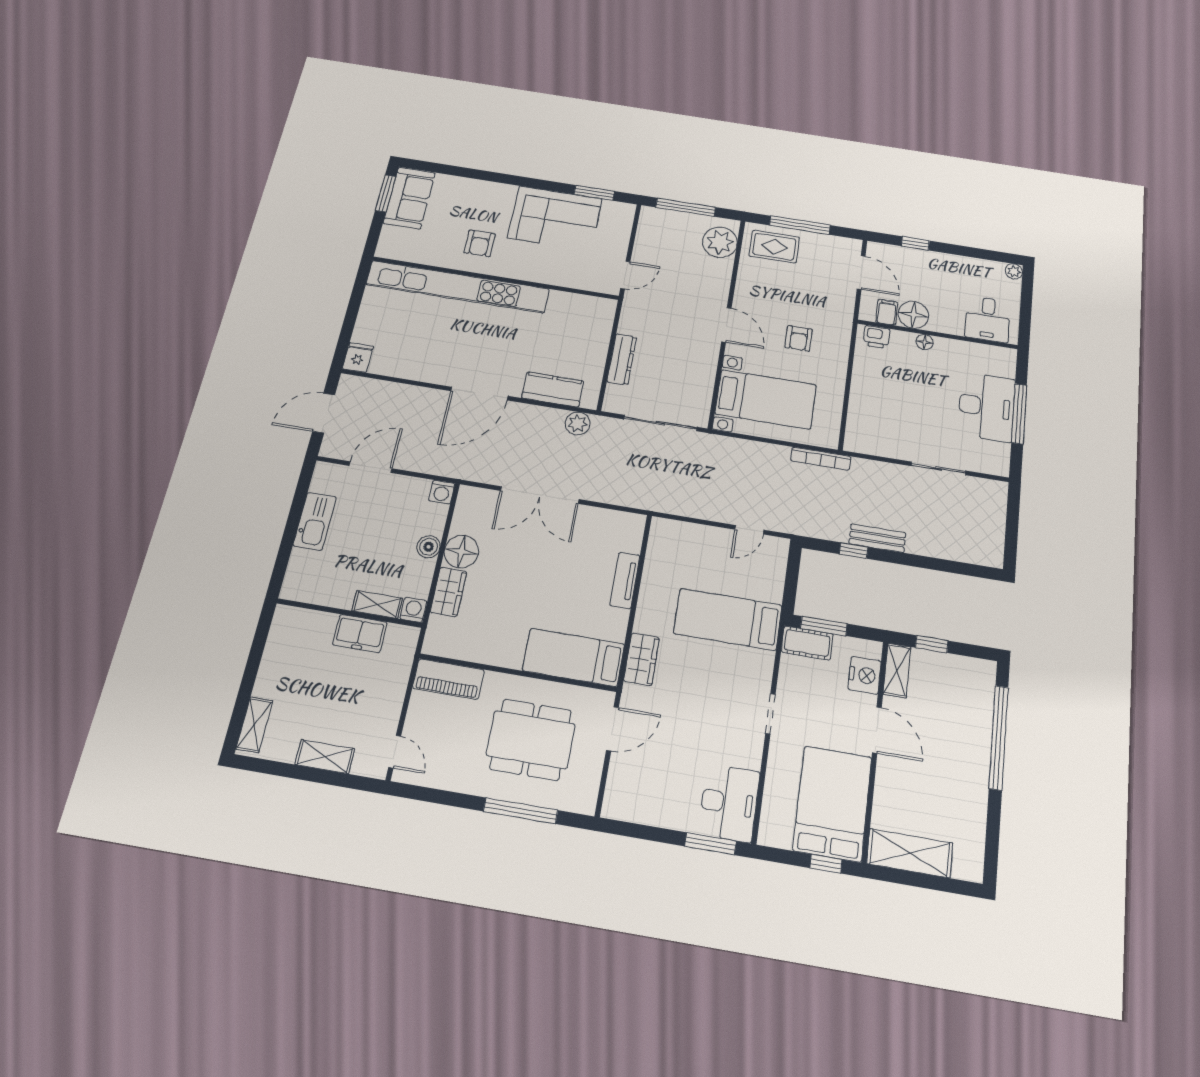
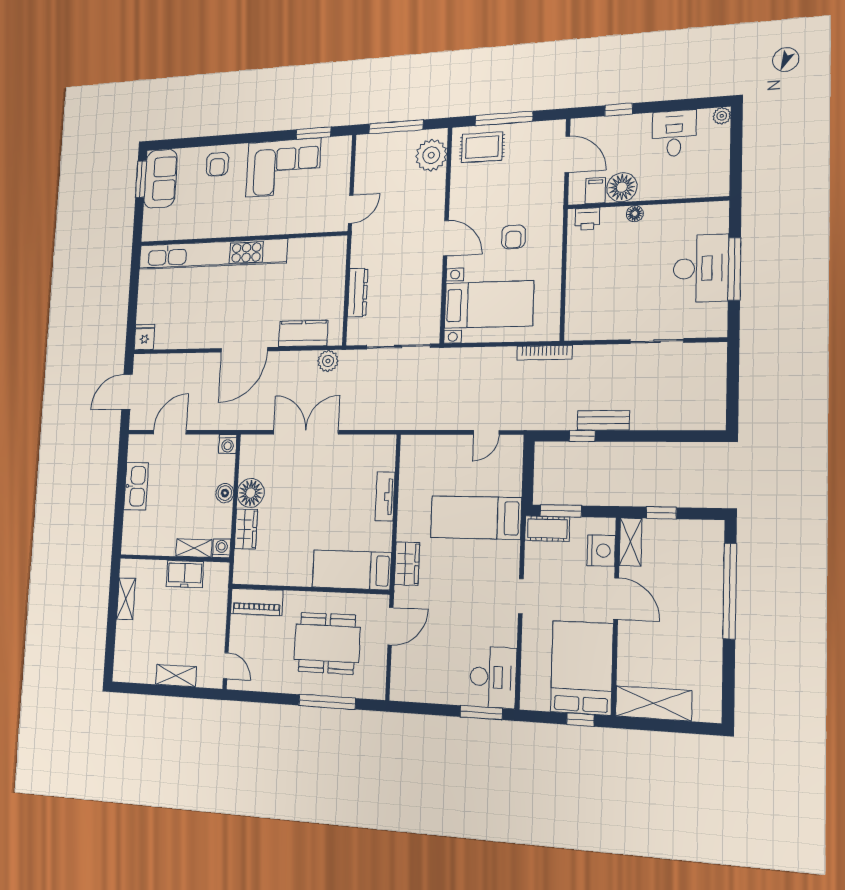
armchair: (480, 243) -> (217, 164), moved
desk: (988, 319) -> (674, 133), moved, turned 180
double door: (540, 495) -> (306, 432), swing flipped
shelving: (254, 725) -> (126, 599), moved

